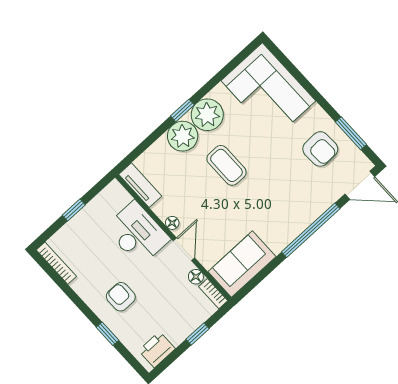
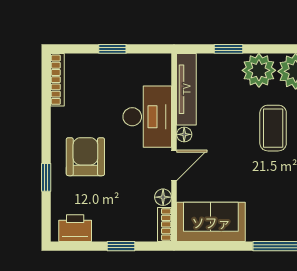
window: (182, 110) -> (228, 49), moved
tv unit: (140, 185) -> (186, 89), width x1.41
armchair: (121, 297) -> (85, 157), width x1.38, depth x1.38

